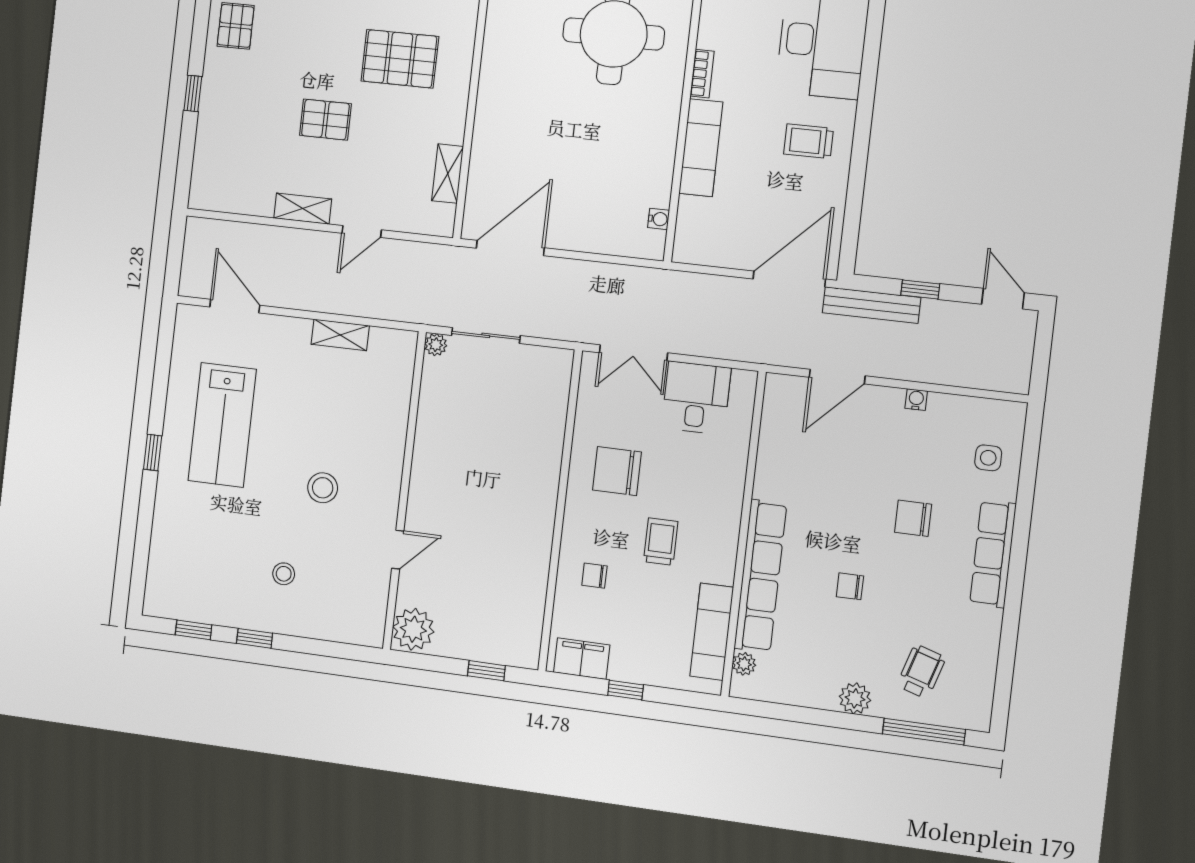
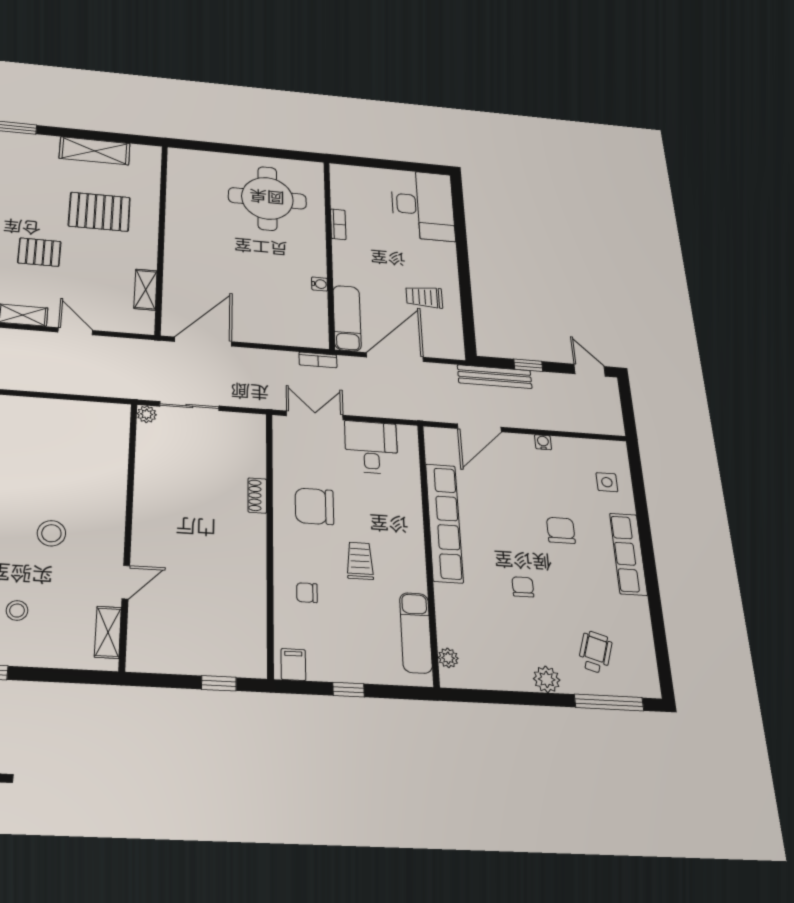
trolley: (808, 141) -> (424, 297), moved
exam couch: (701, 148) -> (347, 318), moved
water cooler: (659, 219) -> (320, 284), moved
door: (362, 231) -> (75, 331), swing flipped
bookcase: (648, 276) -> (318, 360), added
door: (789, 279) -> (395, 357), moved
shelving: (340, 335) -> (108, 632), moved, turned 90
double door: (633, 353) -> (315, 415), swing flipped
shoe rack: (552, 454) -> (257, 495), added
chair: (913, 518) -> (561, 530), turned 90
row of seats: (760, 576) -> (444, 523), moved
chair: (850, 586) -> (523, 587), turned 90
plant: (413, 629) -> (146, 651), removed
filing cabinet: (582, 659) -> (293, 665), width x0.50

